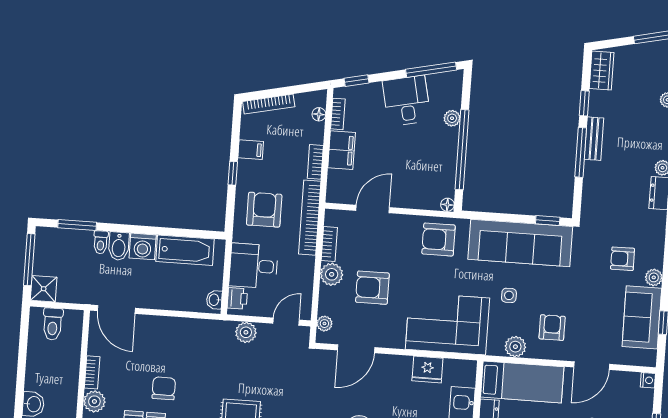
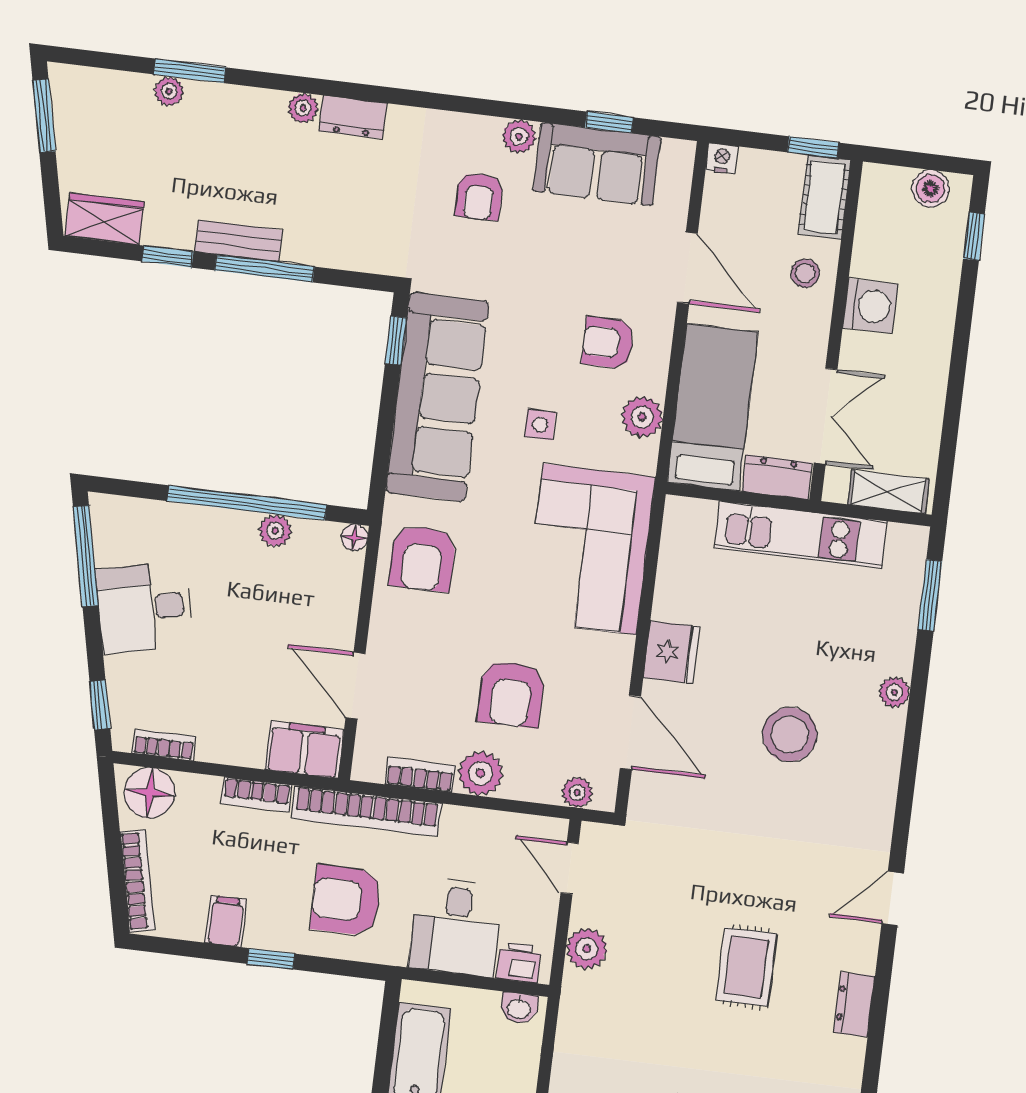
floor lamp: (319, 114) -> (150, 793), width x1.89, depth x1.89
plant: (452, 118) -> (275, 531), moved
filing cabinet: (342, 150) -> (304, 750), moved
fridge: (427, 370) -> (671, 652), moved

